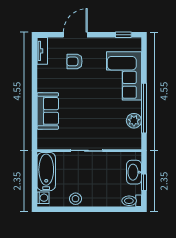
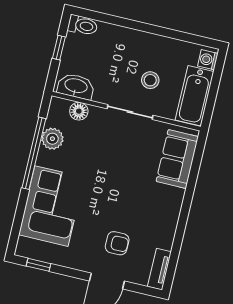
sofa: (48, 111) -> (177, 159), moved
floor lamp: (121, 143) -> (79, 111), added
washbasin: (134, 172) -> (76, 86), moved, turned -90
stool: (75, 199) -> (150, 80), moved

